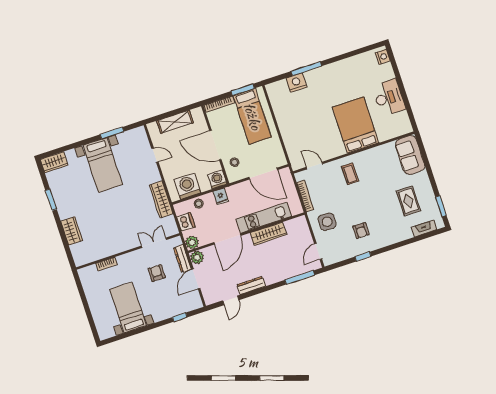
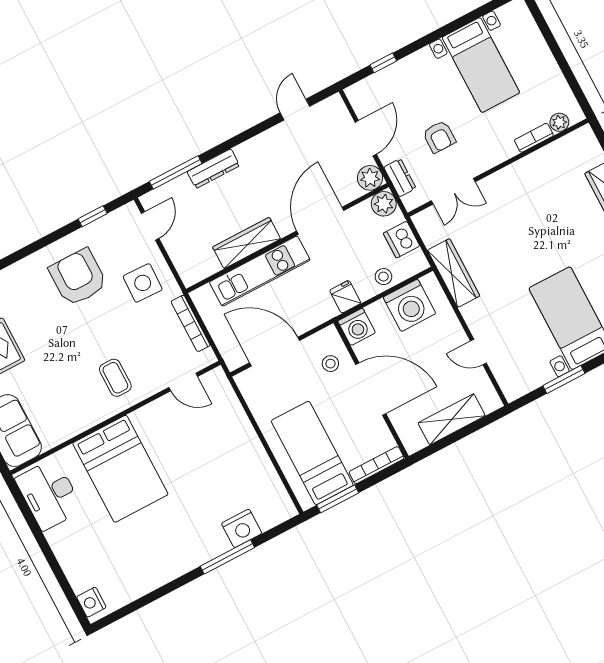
desk: (389, 98) -> (49, 494), moved
armchair: (361, 230) -> (78, 277), width x1.88, depth x1.88
window: (363, 257) -> (93, 216), moved
dresser: (182, 259) -> (400, 178), width x0.70
plant: (91, 270) -> (559, 122), added
dresser: (251, 286) -> (213, 169), moved

